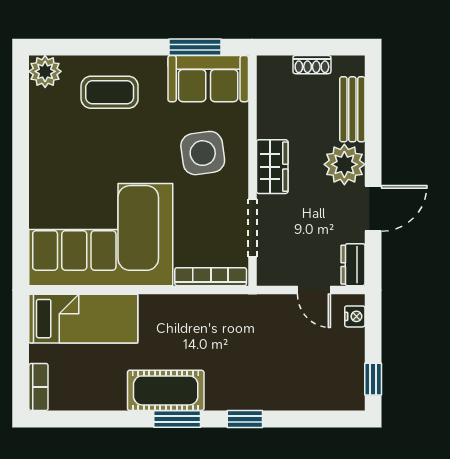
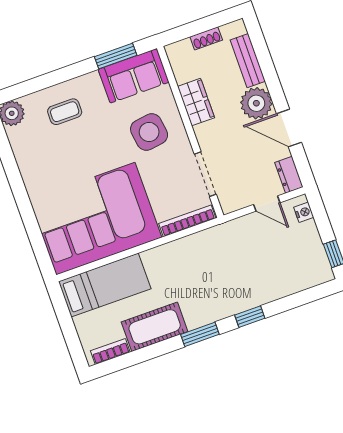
coffee table: (110, 92) -> (65, 112), width x0.73, depth x0.77
wardrobe: (272, 167) -> (196, 102), moved
door: (373, 208) -> (289, 128), swing flipped
bookcase: (38, 387) -> (110, 351), moved, turned -90
cot: (166, 390) -> (155, 327), moved

